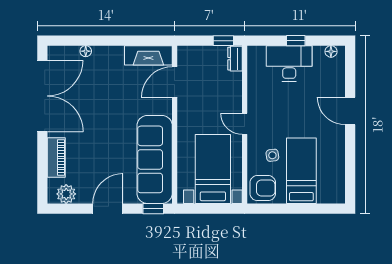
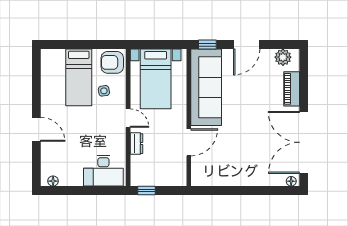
window: (296, 41) -> (84, 190), removed
floor lamp: (86, 51) -> (291, 181), moved
fireplace: (148, 55) -> (212, 178), removed
dresser: (235, 59) -> (136, 144), moved
desk: (289, 63) -> (103, 171), moved
door: (175, 82) -> (189, 142), moved

